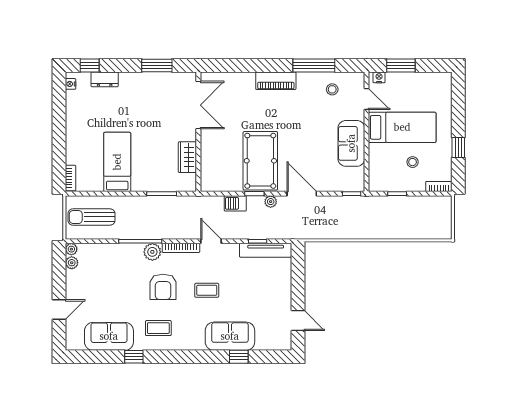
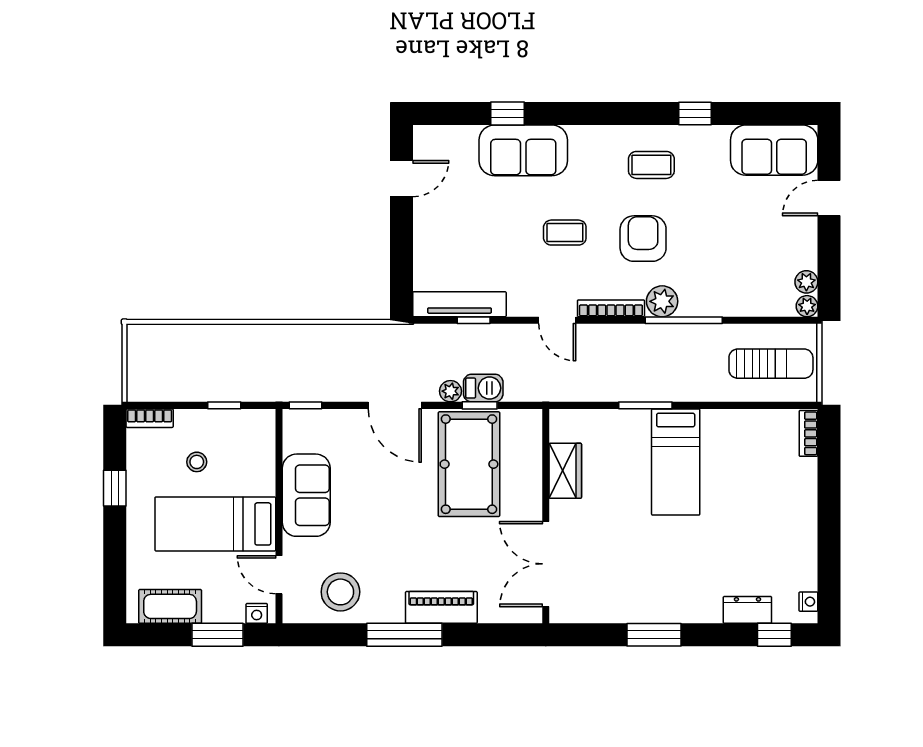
window: (314, 65) -> (404, 635), moved
cot: (427, 81) -> (170, 606), added
stool: (332, 89) -> (340, 592), width x1.89, depth x1.89
double door: (198, 105) -> (546, 564), moved
wall: (198, 132) -> (546, 516), moved
wardrobe: (187, 157) -> (565, 471), moved
bed: (117, 162) -> (676, 462), moved
barbecue: (235, 203) -> (483, 388), moved
door: (298, 320) -> (402, 179), swing flipped
sofa: (109, 336) -> (774, 150), moved

